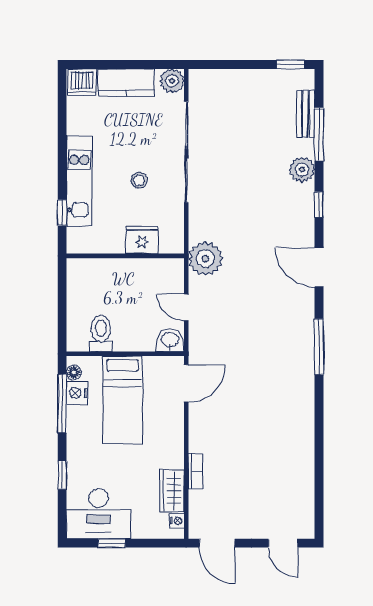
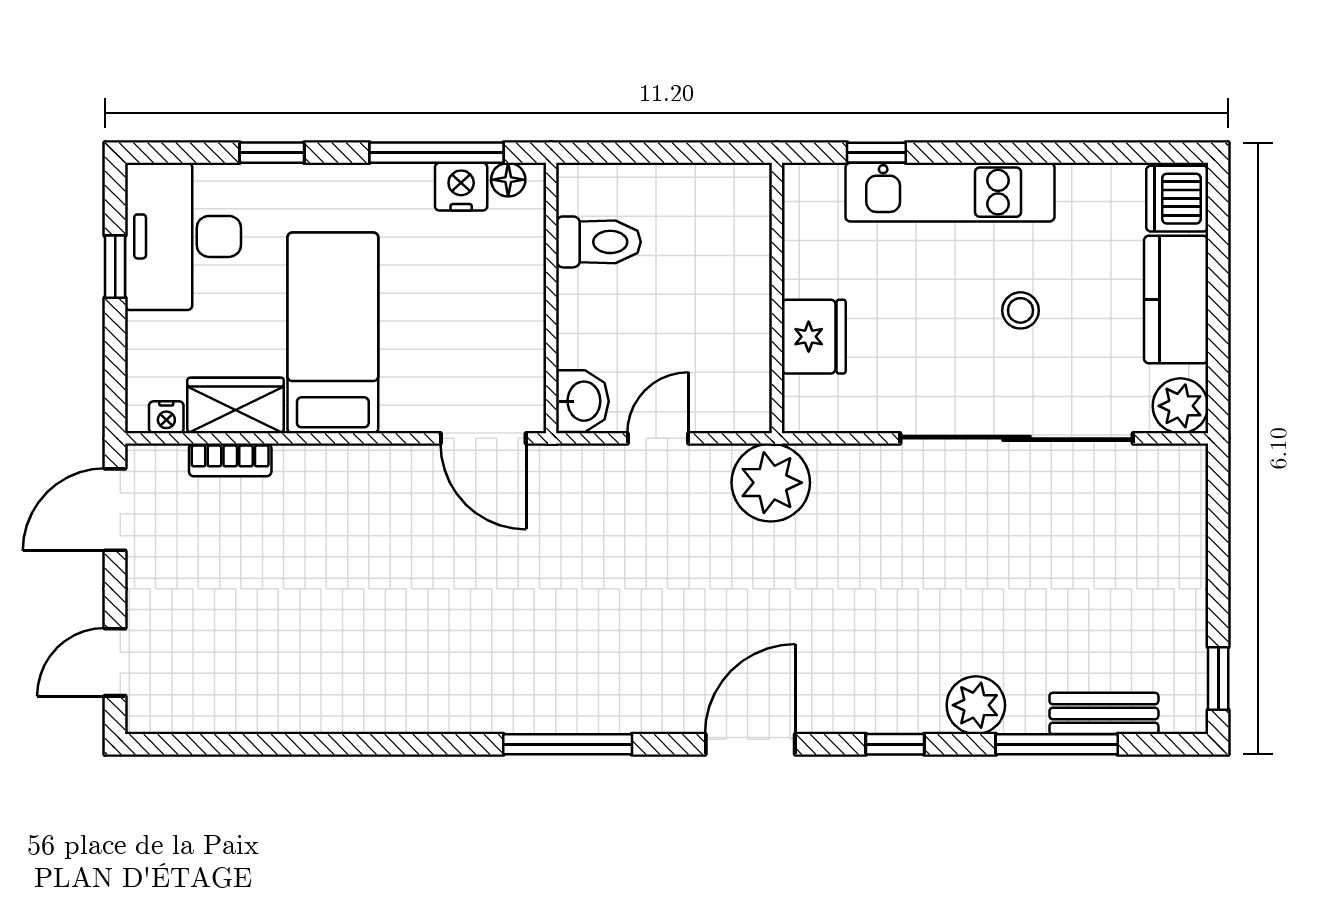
stool: (139, 180) -> (1020, 310), moved
bed: (123, 400) -> (333, 333), moved, turned 90
bookcase: (195, 471) -> (230, 460), moved

